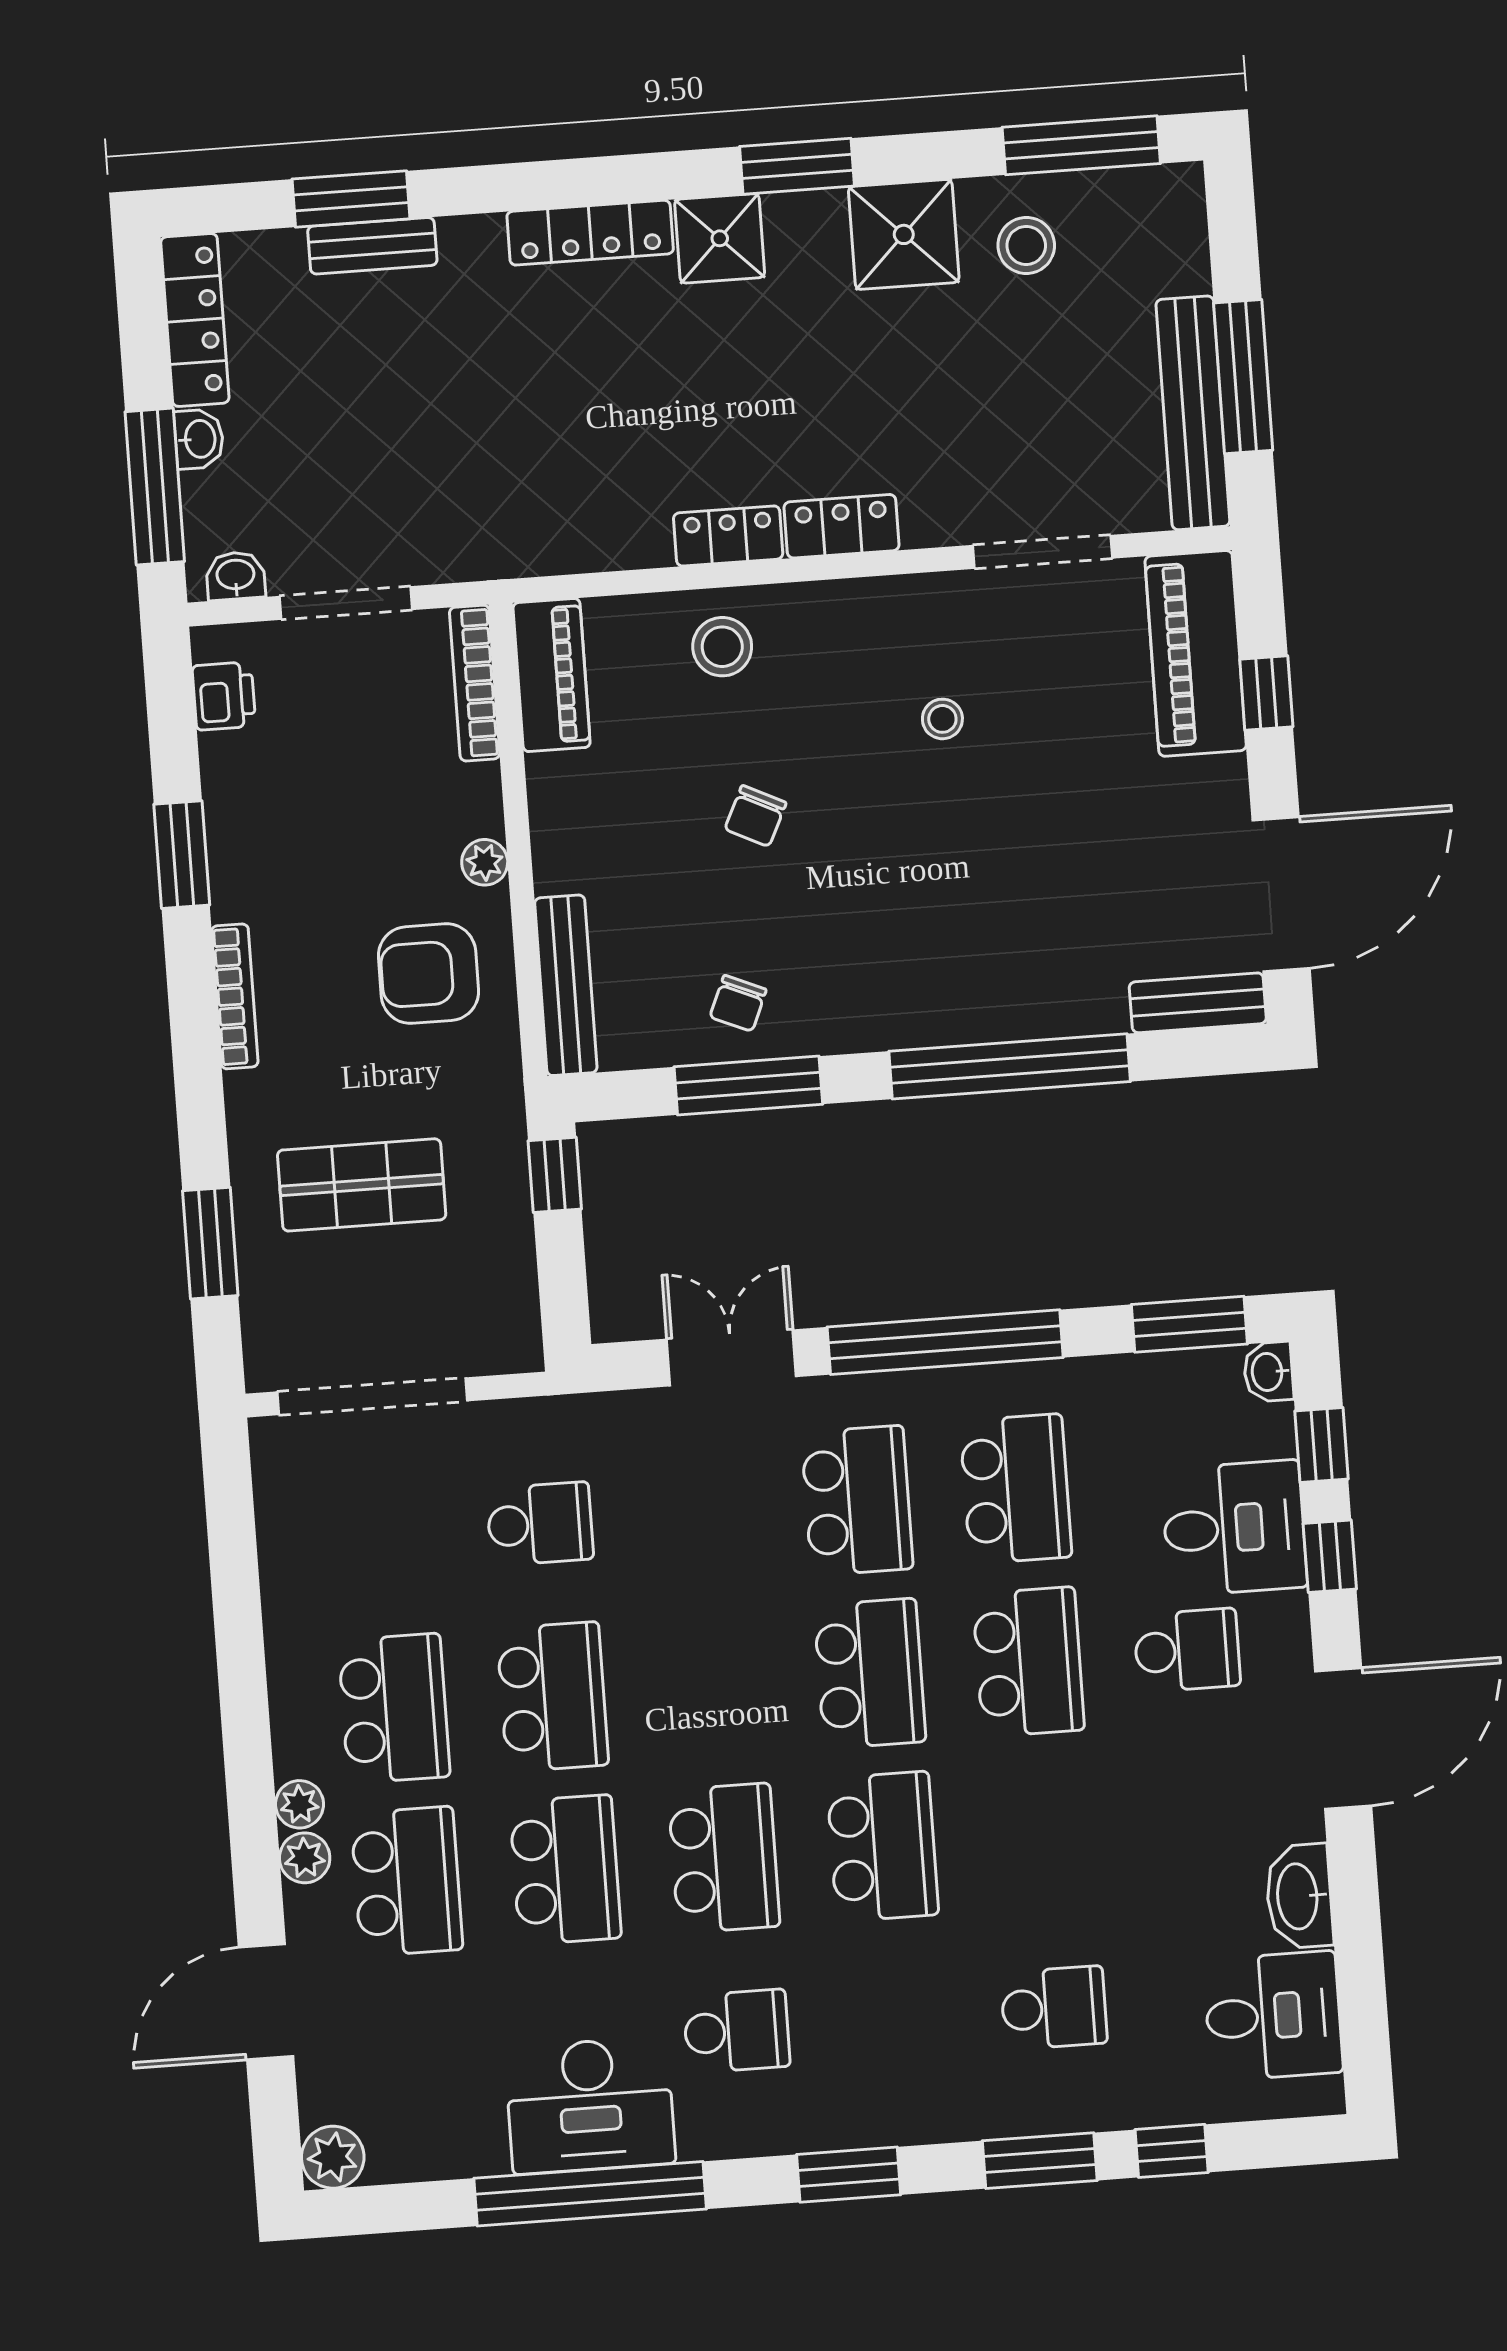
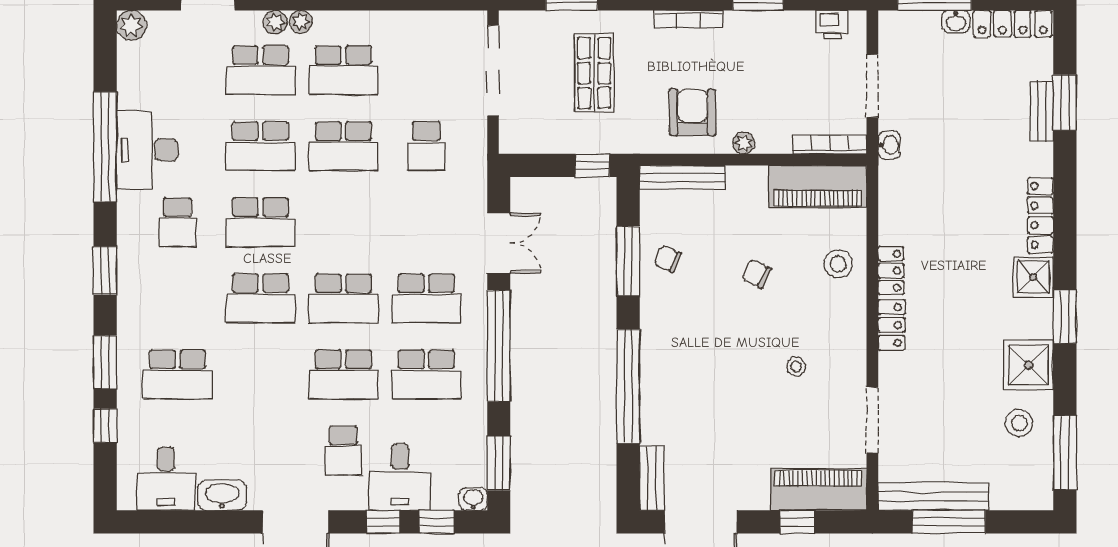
washbasin: (236, 576) -> (889, 145), moved
piano: (552, 675) -> (818, 187), width x1.37, depth x1.33
school desk: (1054, 2008) -> (177, 374), width x1.85

